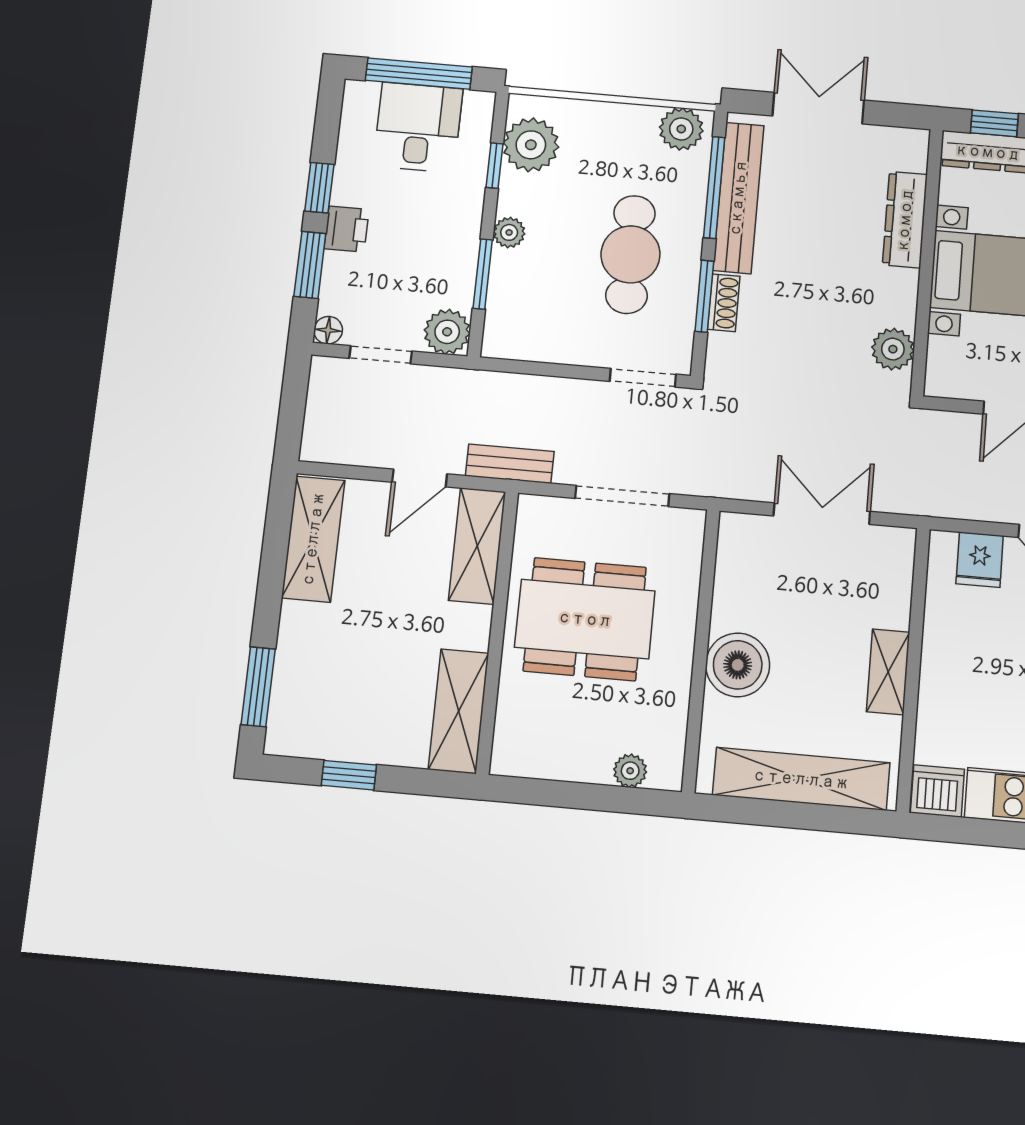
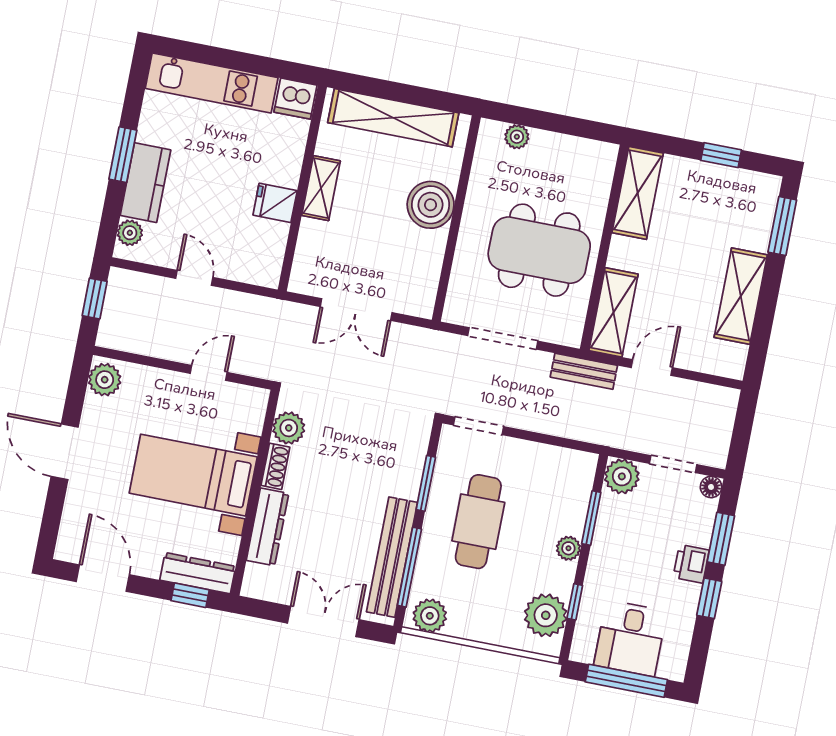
double door: (818, 108) -> (323, 621), swing flipped
shoe rack: (724, 303) -> (275, 466), moved, turned 180
shelving: (313, 539) -> (741, 296), moved
fridge: (980, 560) -> (275, 203), moved, turned -90

